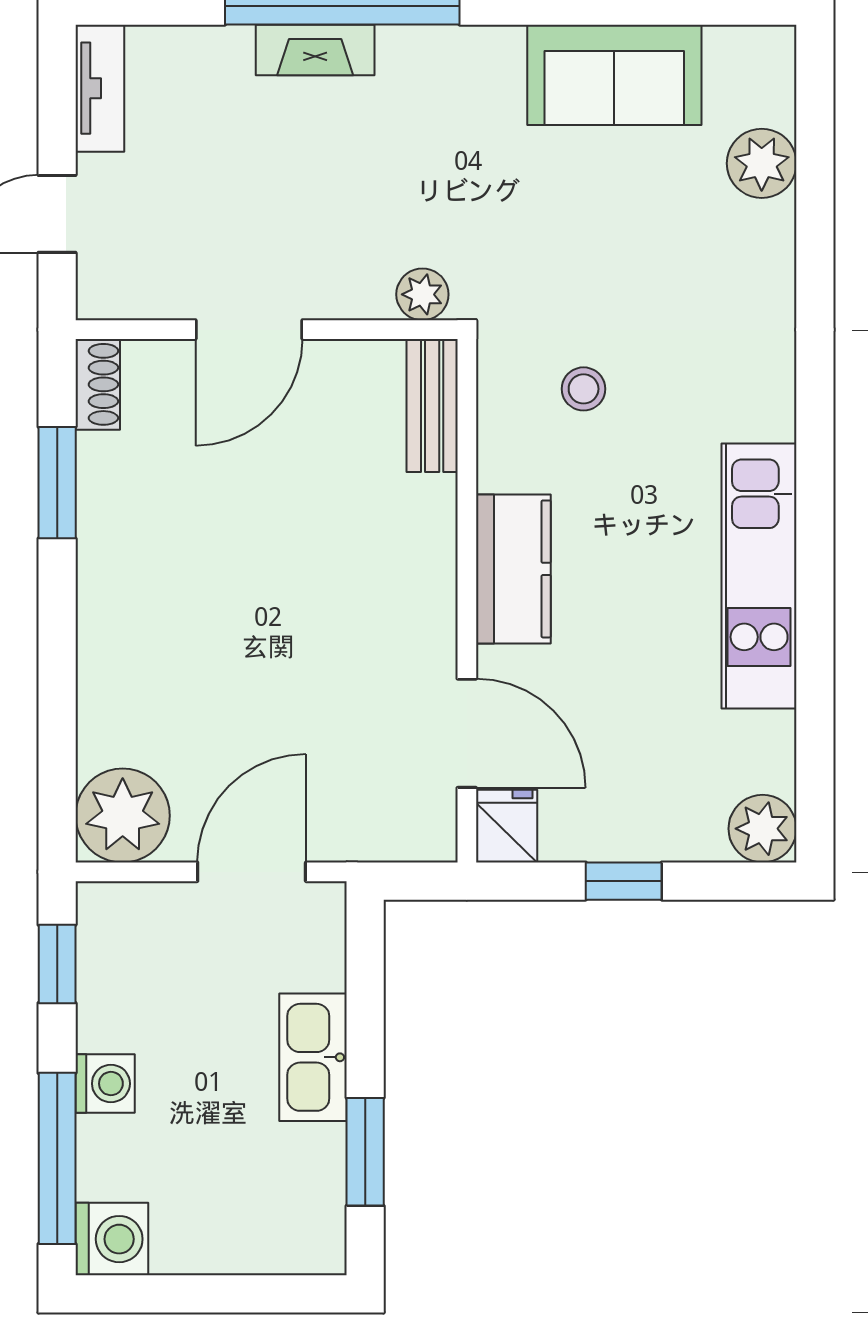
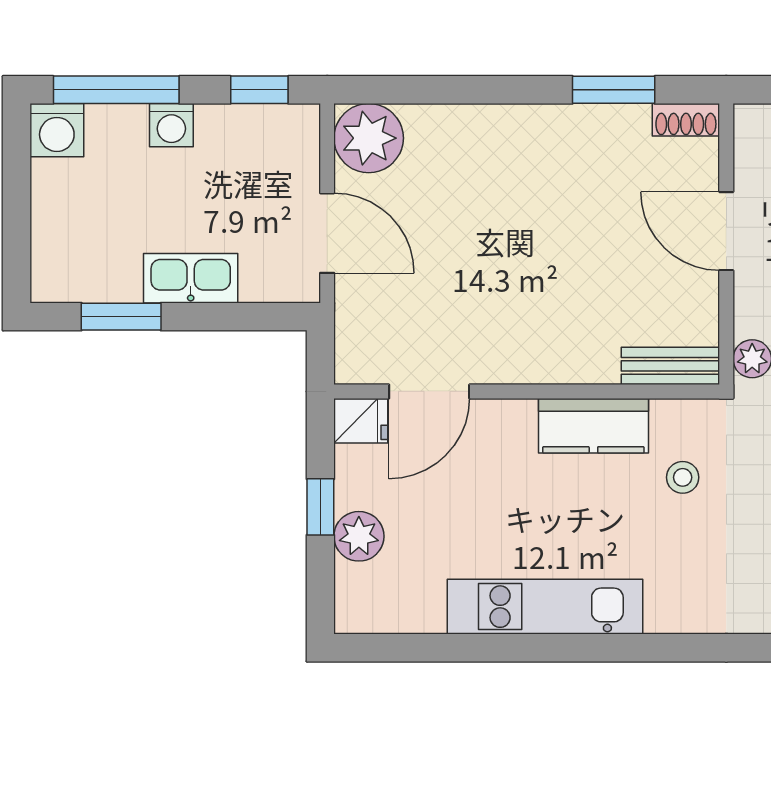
kitchen counter: (513, 569) -> (593, 426), moved
plant: (763, 829) -> (359, 536), moved

